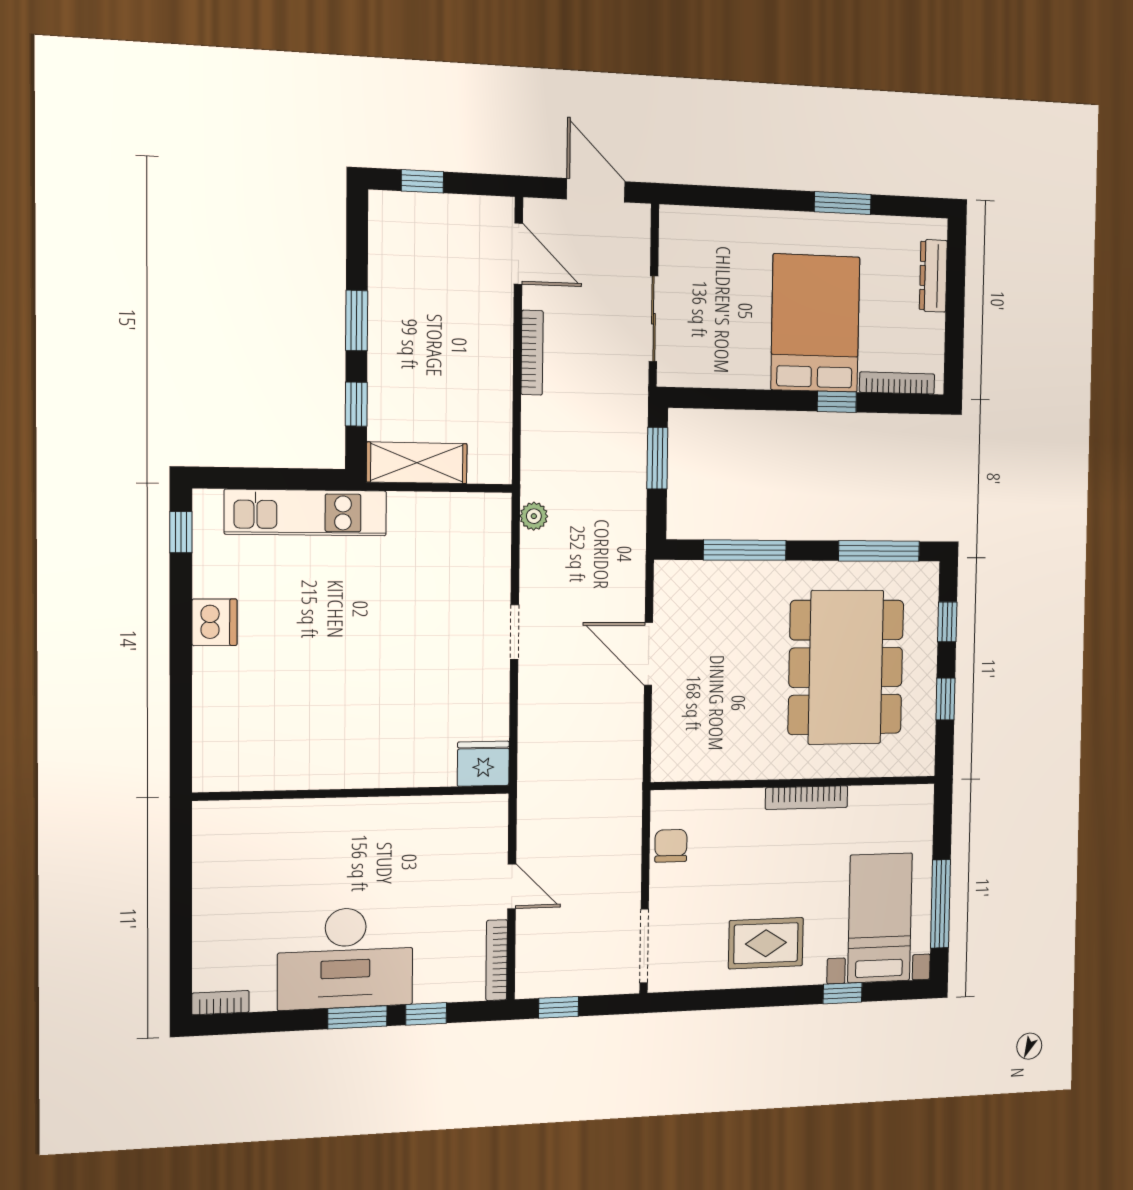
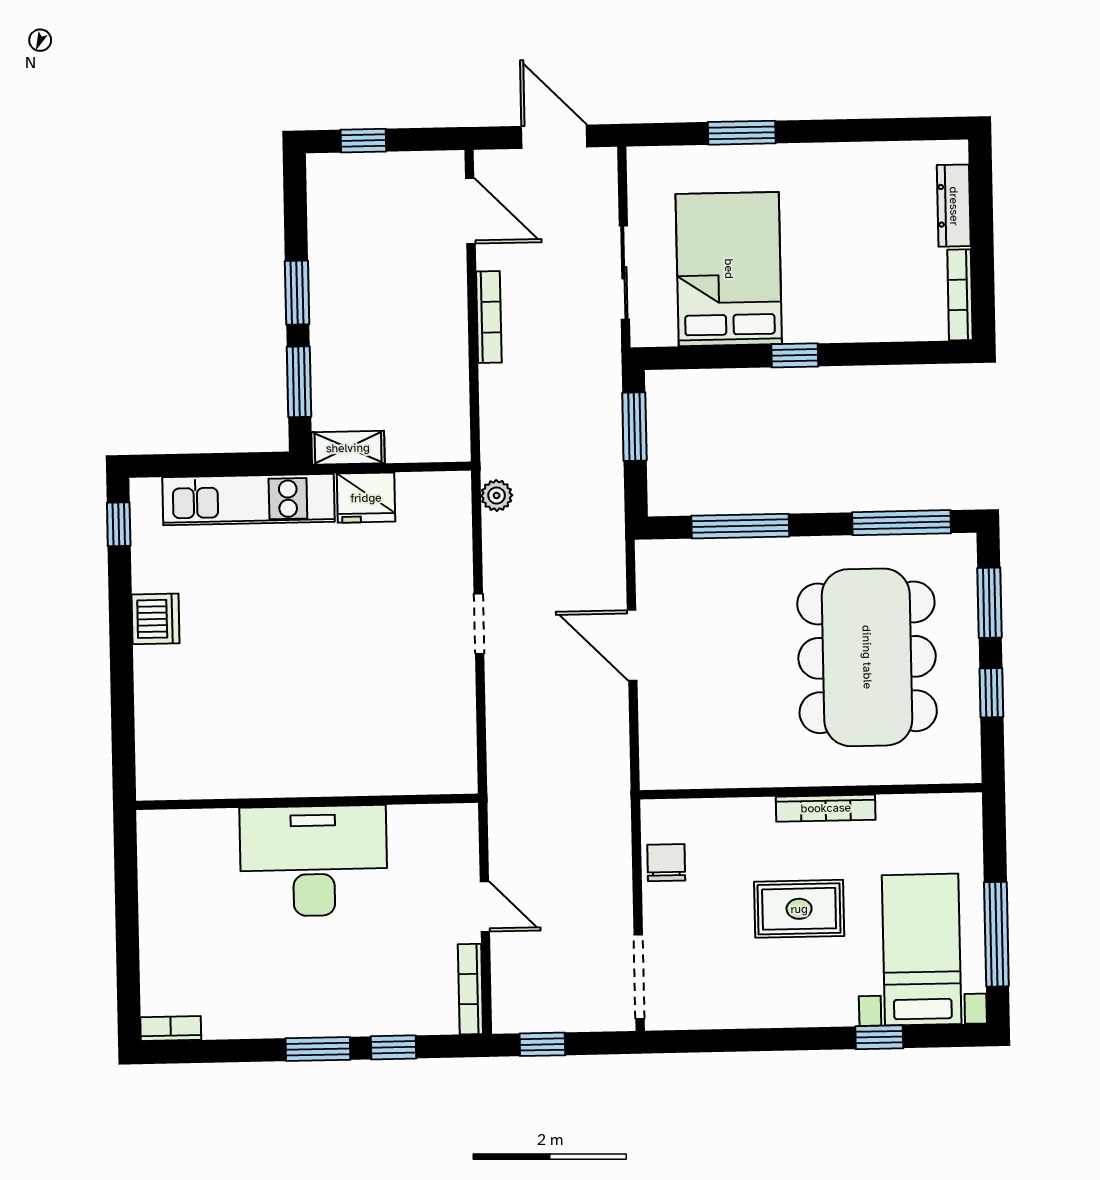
window: (843, 203) -> (742, 133), moved
bed: (815, 323) -> (729, 269), moved
bookcase: (897, 383) -> (960, 295), moved, turned -90
window: (837, 402) -> (795, 355), moved
window: (356, 404) -> (299, 382), width x1.50
shelving: (417, 463) -> (348, 448), width x0.67, depth x0.75
window: (947, 622) -> (989, 603), width x1.50
fridge: (483, 764) -> (366, 498), moved, turned 180
rug: (766, 943) -> (799, 909), moved
desk: (345, 958) -> (314, 861), moved, turned 180

